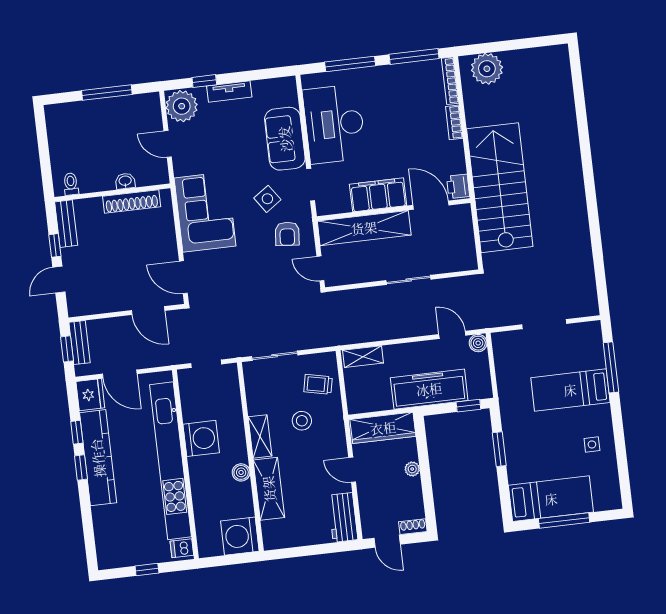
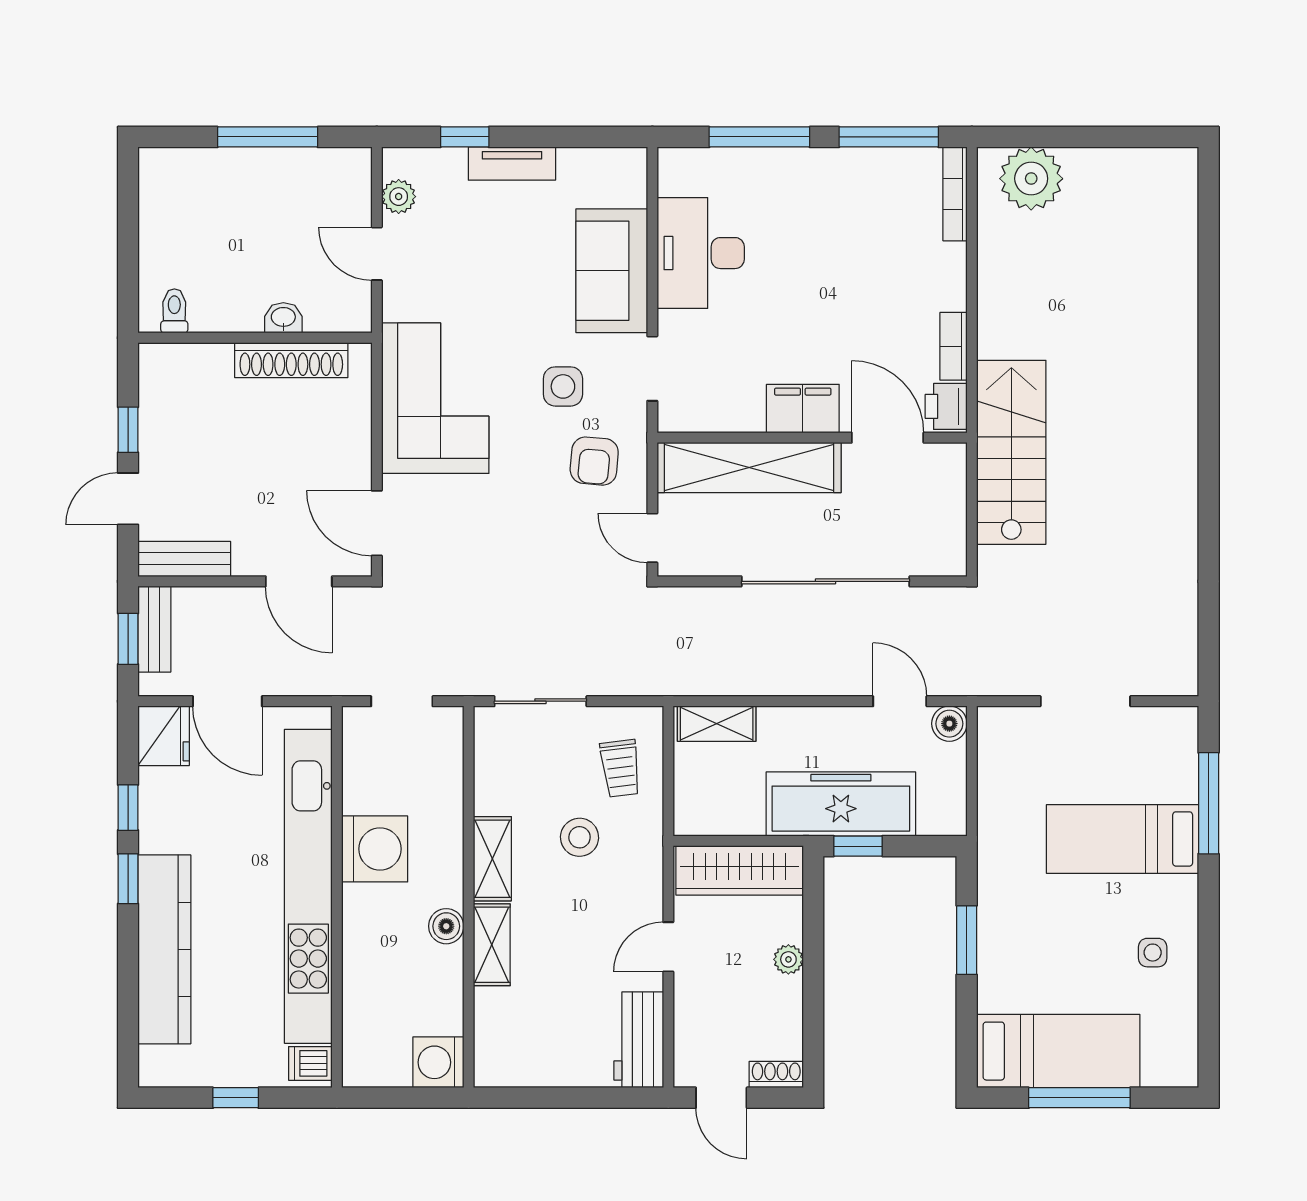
plant: (182, 106) -> (399, 197), width x0.53, depth x0.53
bookcase: (454, 122) -> (953, 346), moved
desk: (334, 124) -> (701, 253), width x0.73, depth x0.77
stairs: (500, 188) -> (1011, 452), width x0.73, depth x0.66
filing cabinet: (378, 195) -> (803, 409), width x0.67, depth x0.86
side table: (267, 199) -> (563, 386), turned 35
bench: (66, 224) -> (184, 559), moved, turned 90
sliding door: (409, 280) -> (826, 581), width x1.86
trolley: (318, 384) -> (620, 768), turned -109
window: (468, 406) -> (858, 846), moved
kitchen counter: (98, 458) -> (164, 949), moved
door: (352, 470) -> (668, 947), hinge flipped
shelving: (269, 489) -> (492, 945), width x0.67, depth x0.75
washing machine: (240, 536) -> (438, 1062), width x0.73, depth x0.73

